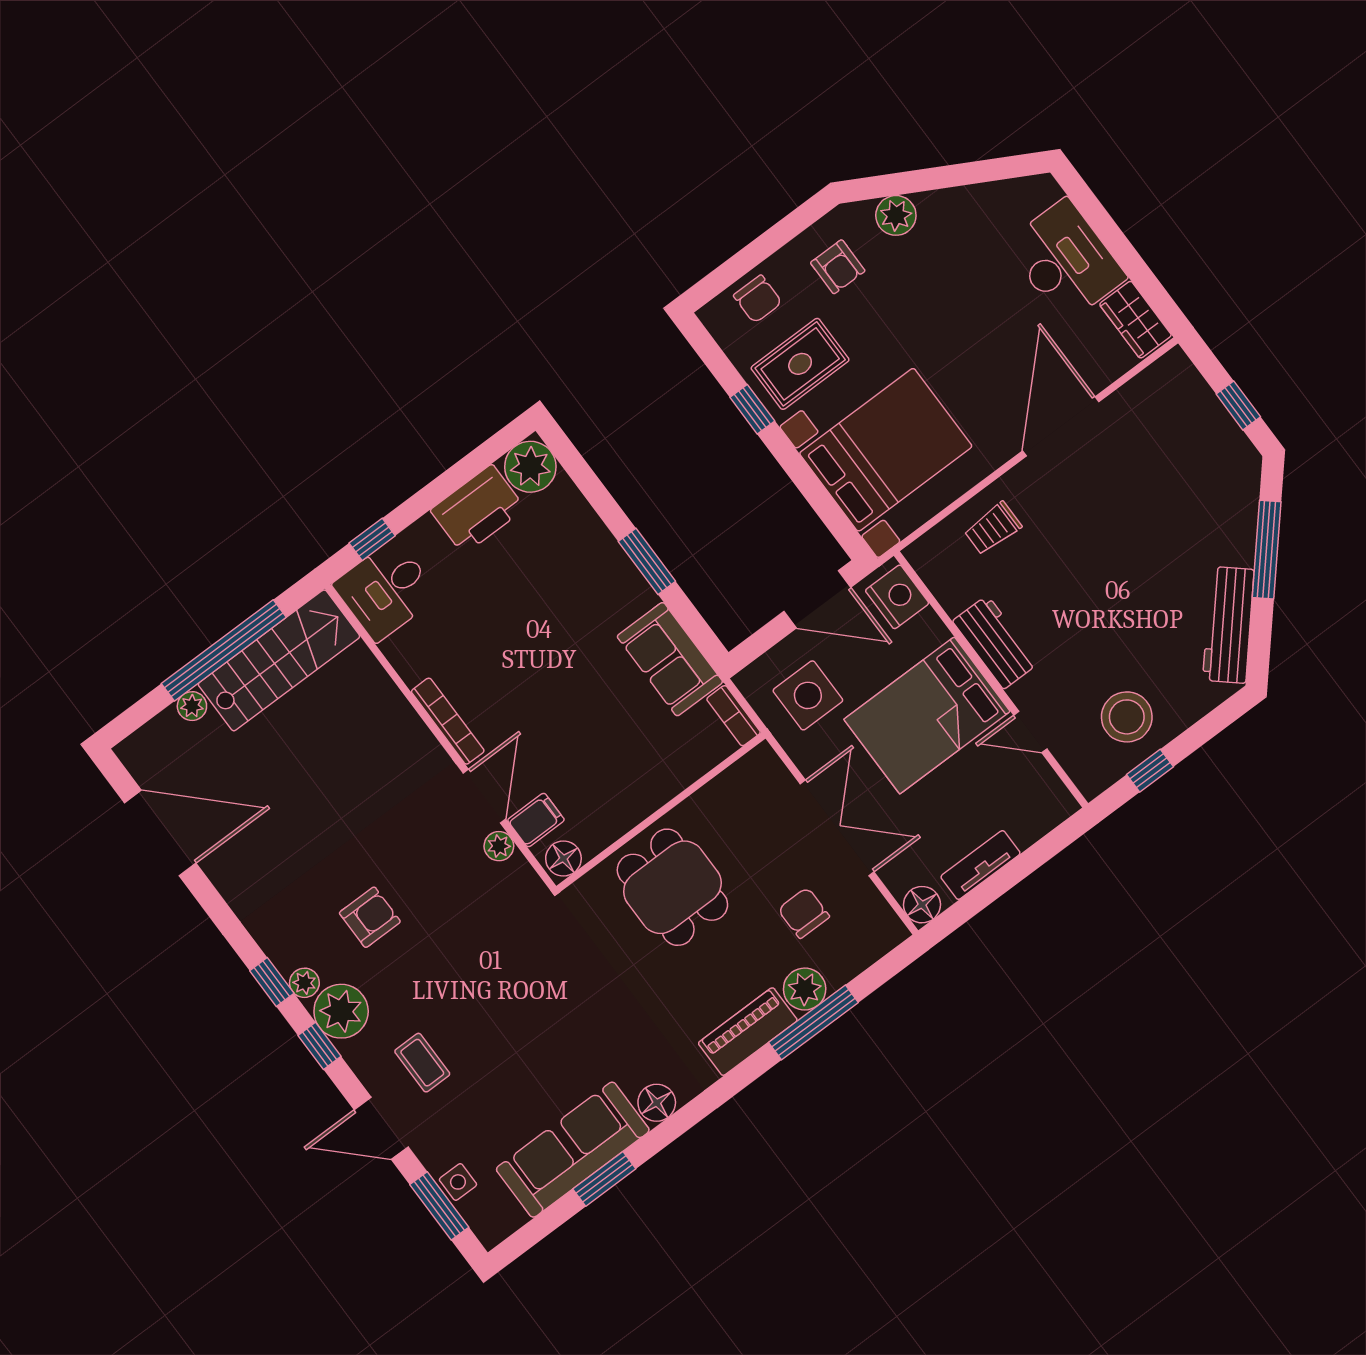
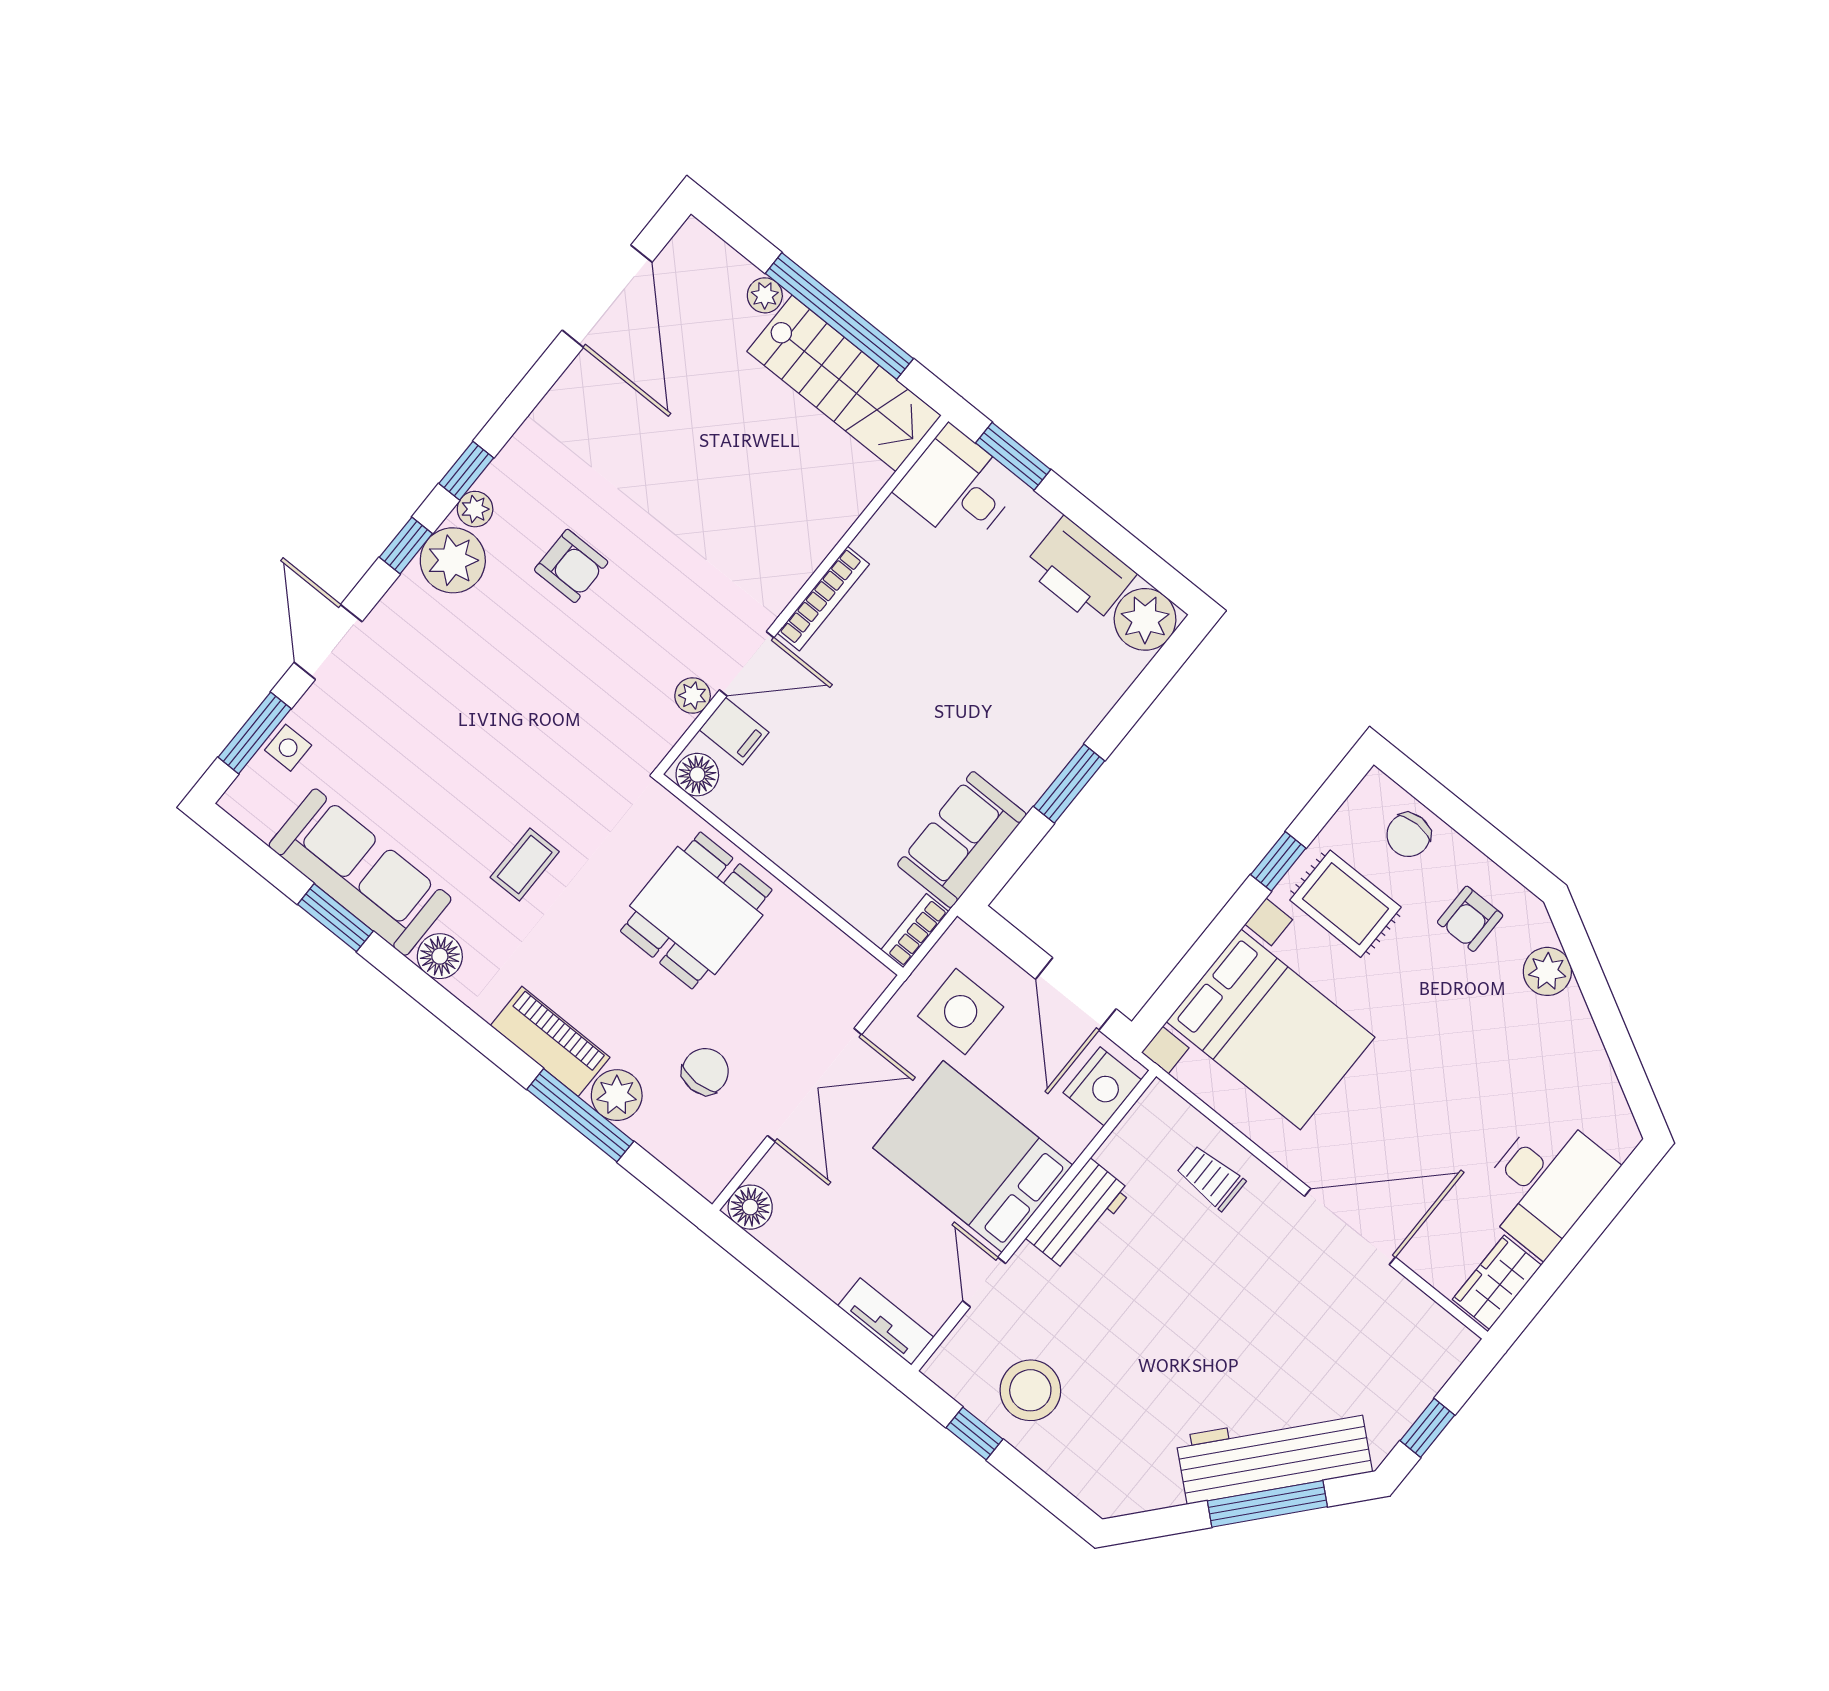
window: (372, 539) -> (1013, 456), width x1.50
workbench: (1228, 625) -> (1274, 1454), moved, width x1.36, depth x1.32
tv unit: (980, 865) -> (886, 1322), moved
coffee table: (422, 1063) -> (525, 865), moved

